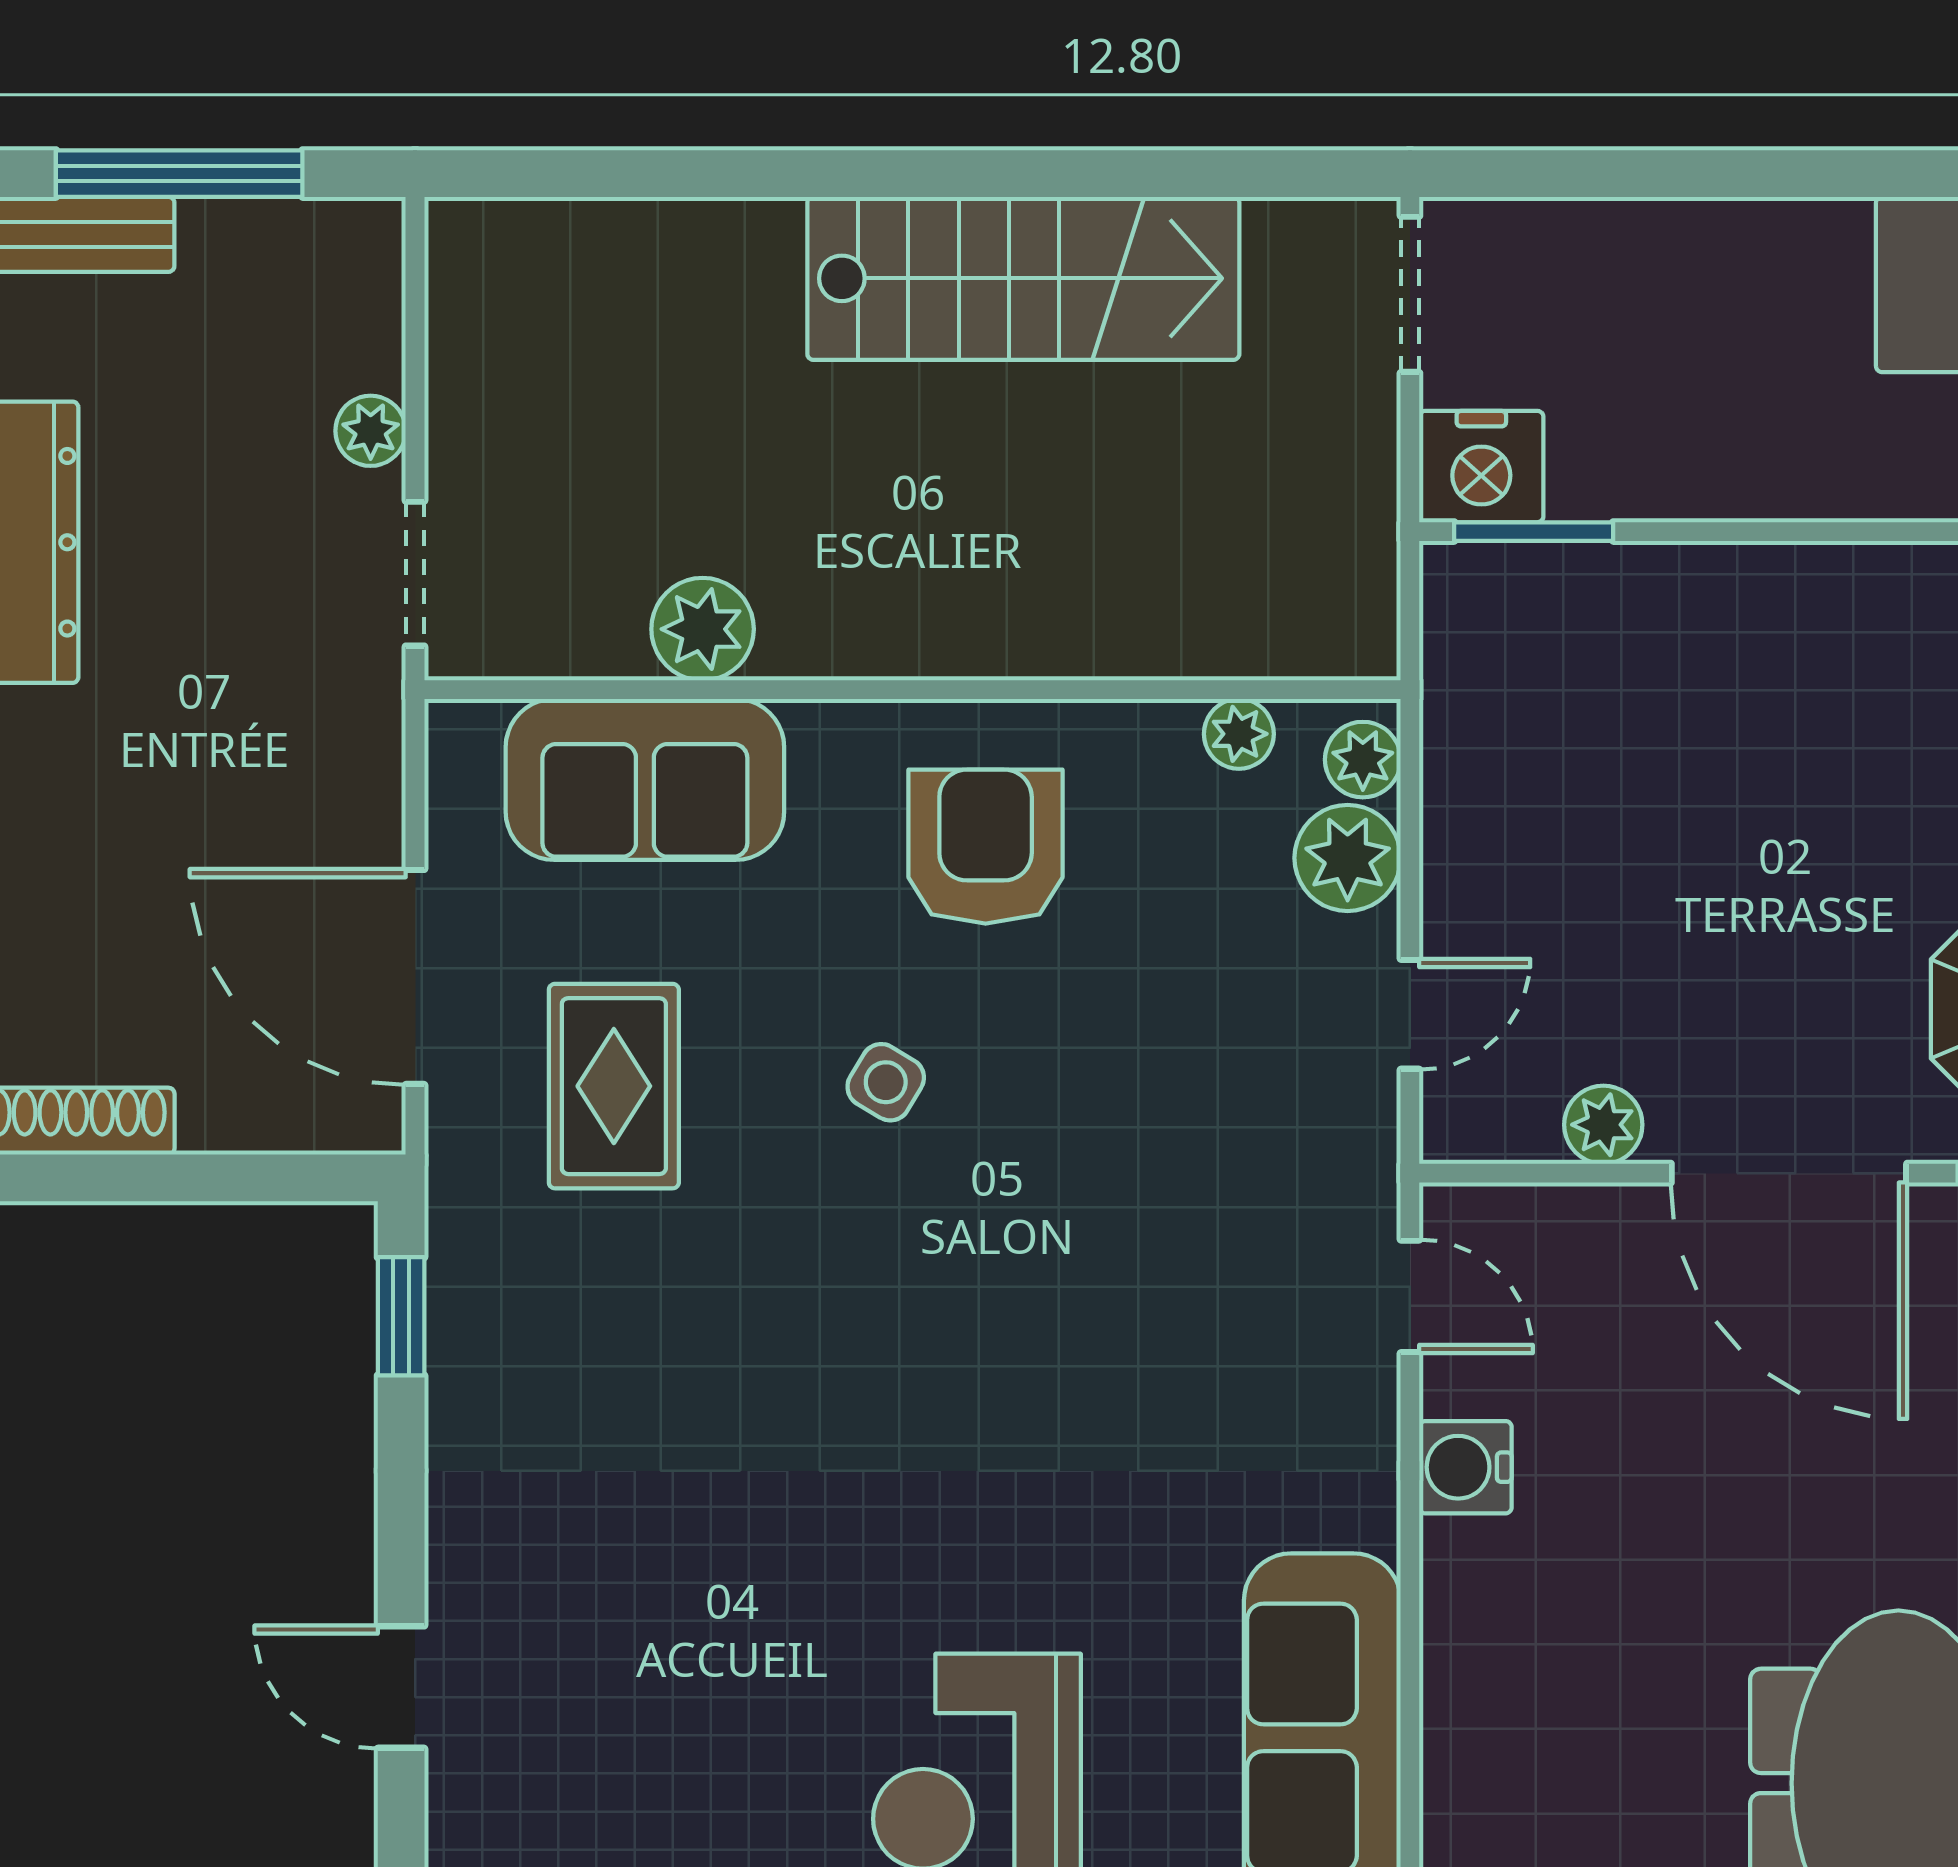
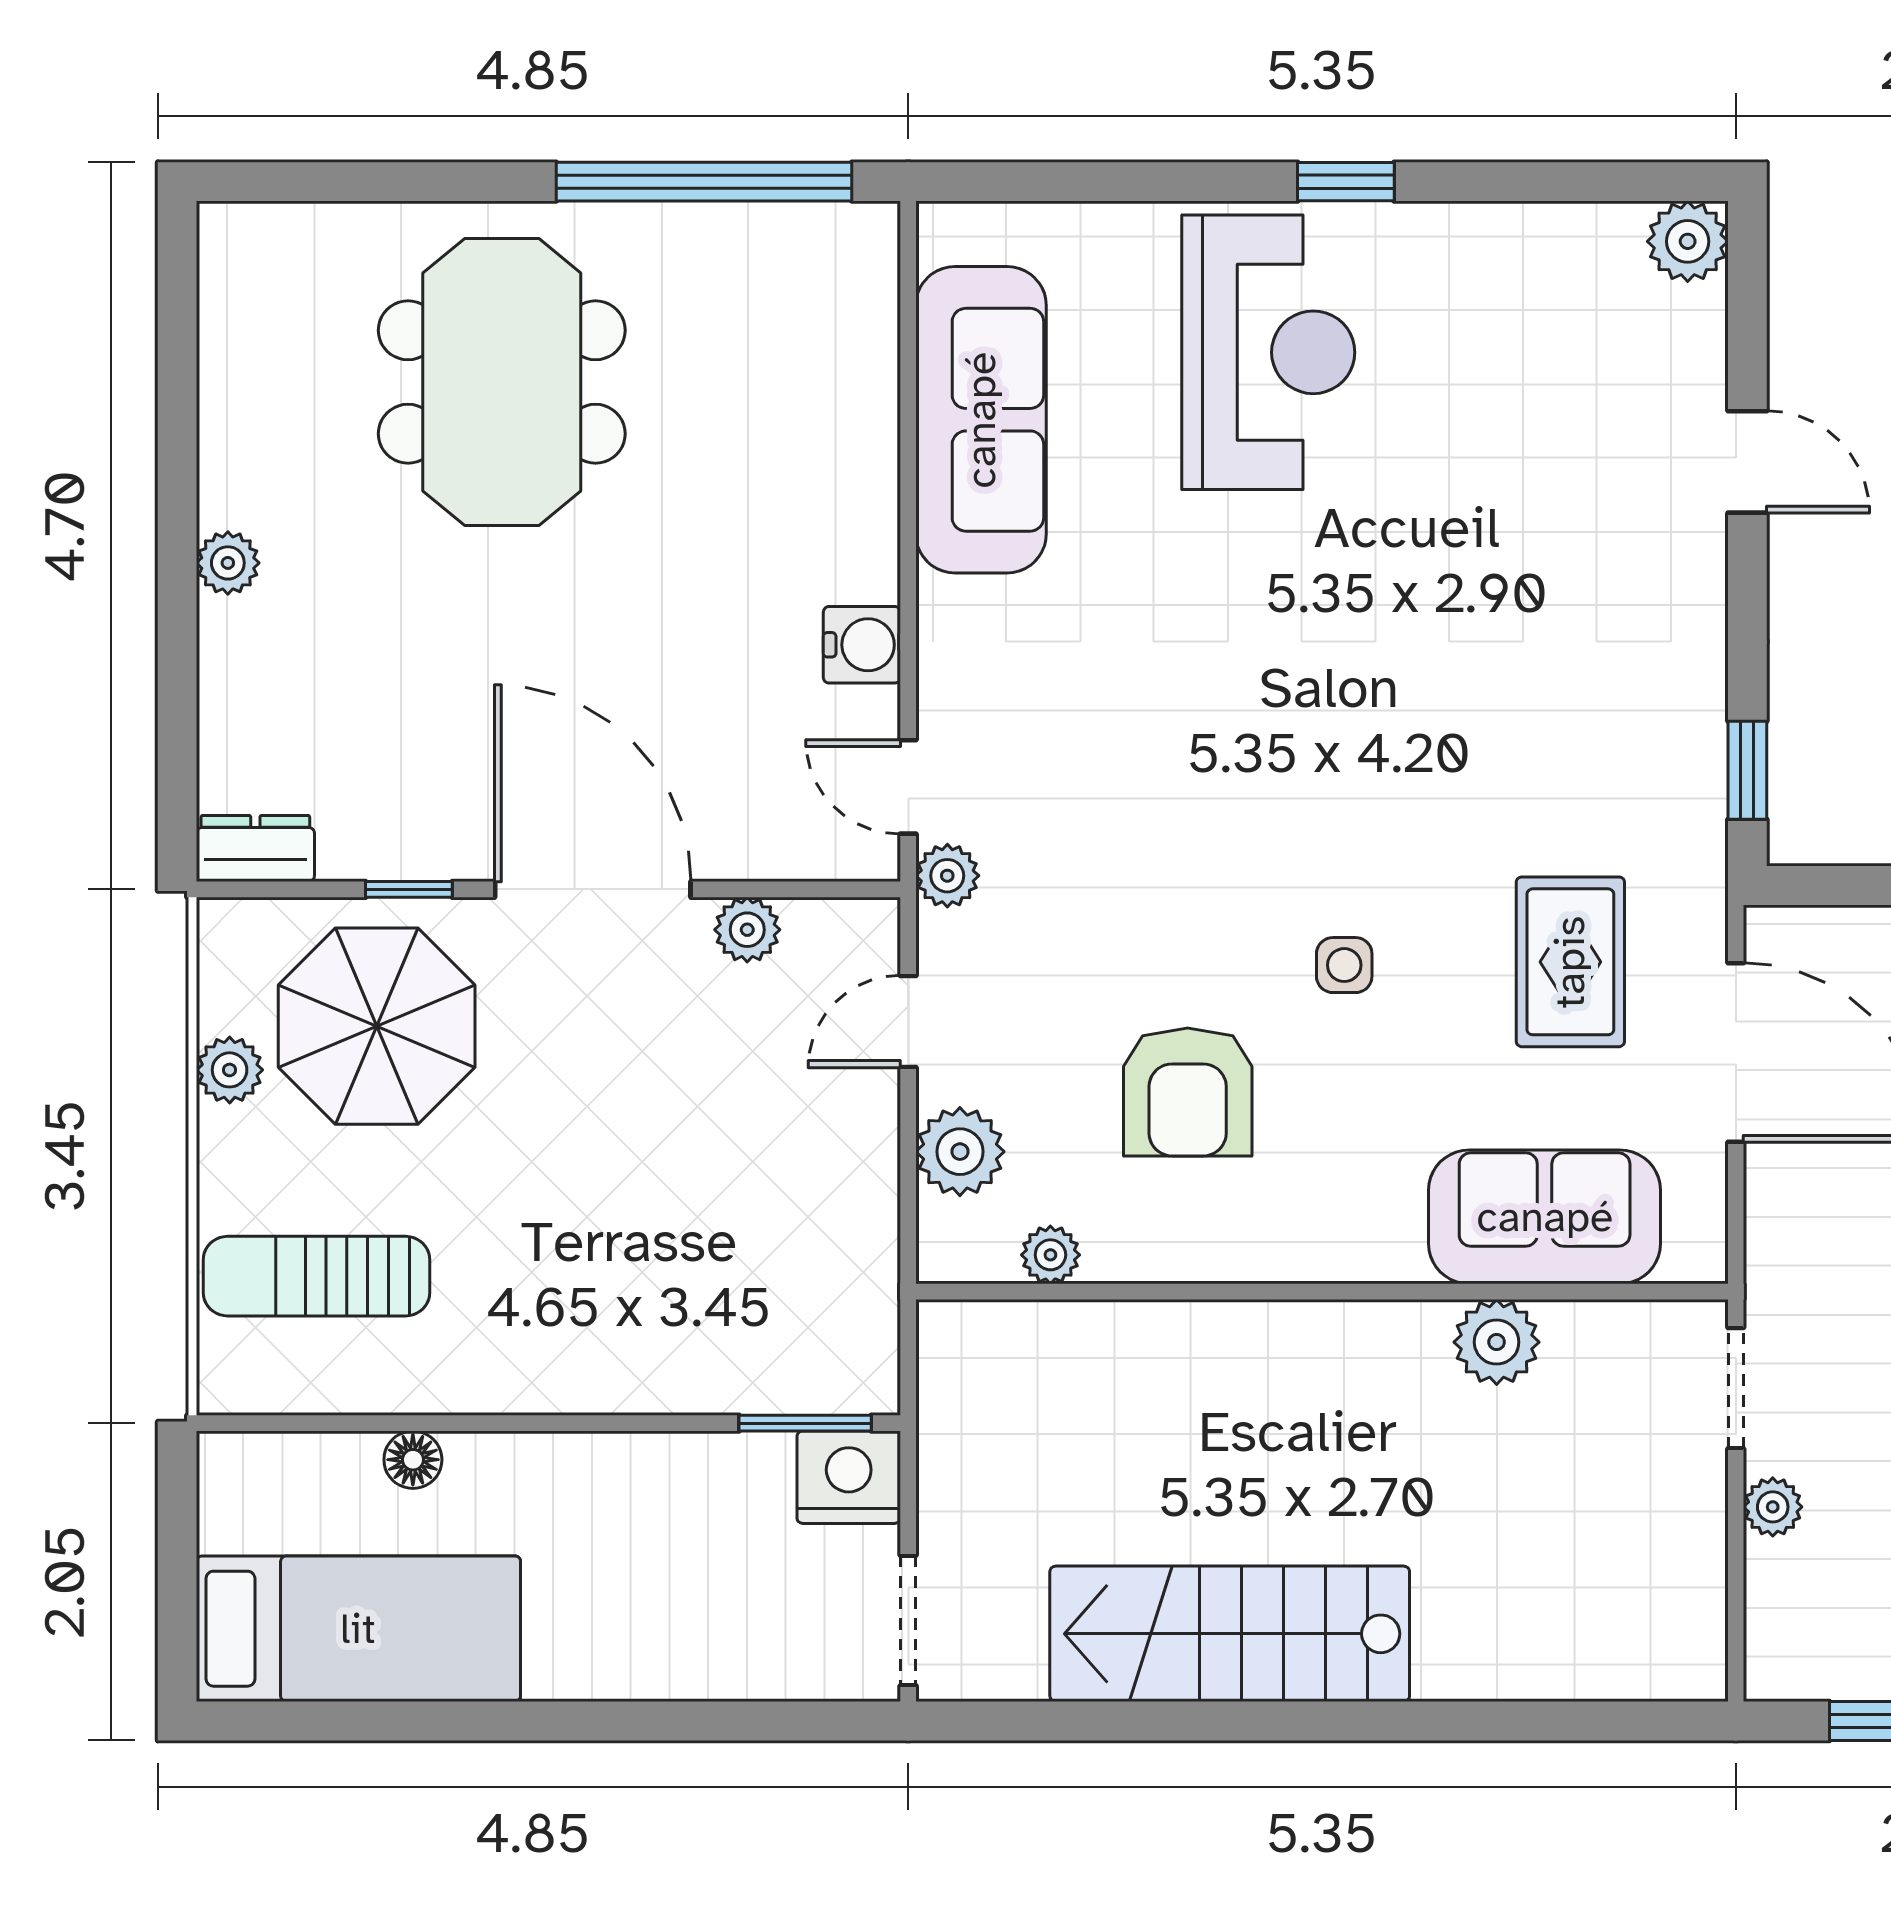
plant: (1363, 760) -> (947, 876), moved
armchair: (986, 847) -> (1188, 1092), moved
side table: (886, 1082) -> (1344, 965), turned -31

